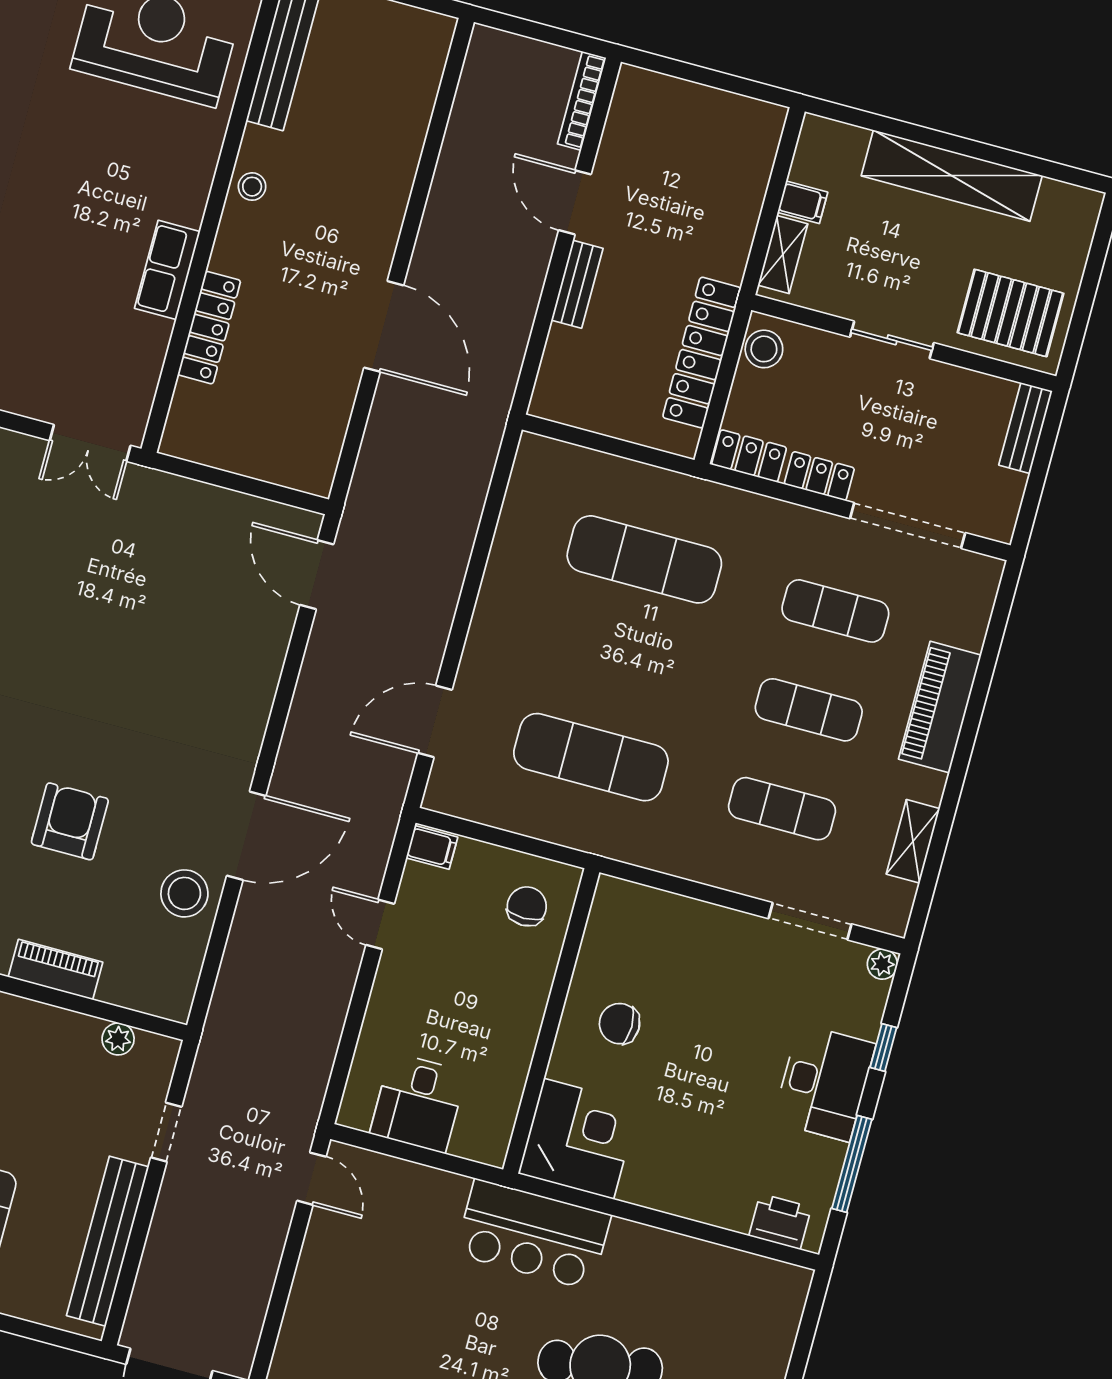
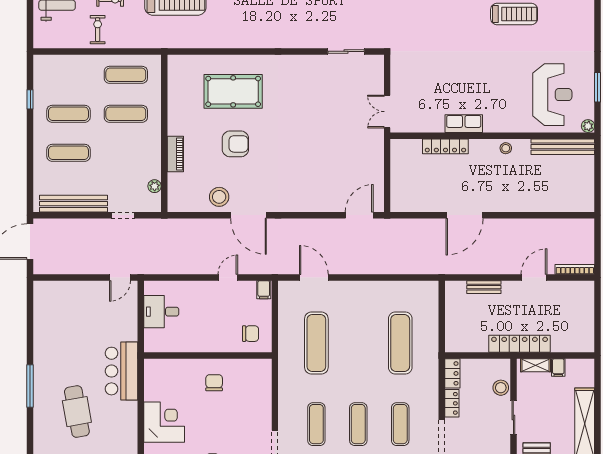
bench: (577, 284) -> (484, 287), moved
stool: (764, 349) -> (501, 388), moved
locker: (702, 353) -> (520, 344), moved
corner desk: (579, 1139) -> (164, 422), moved, turned -90

